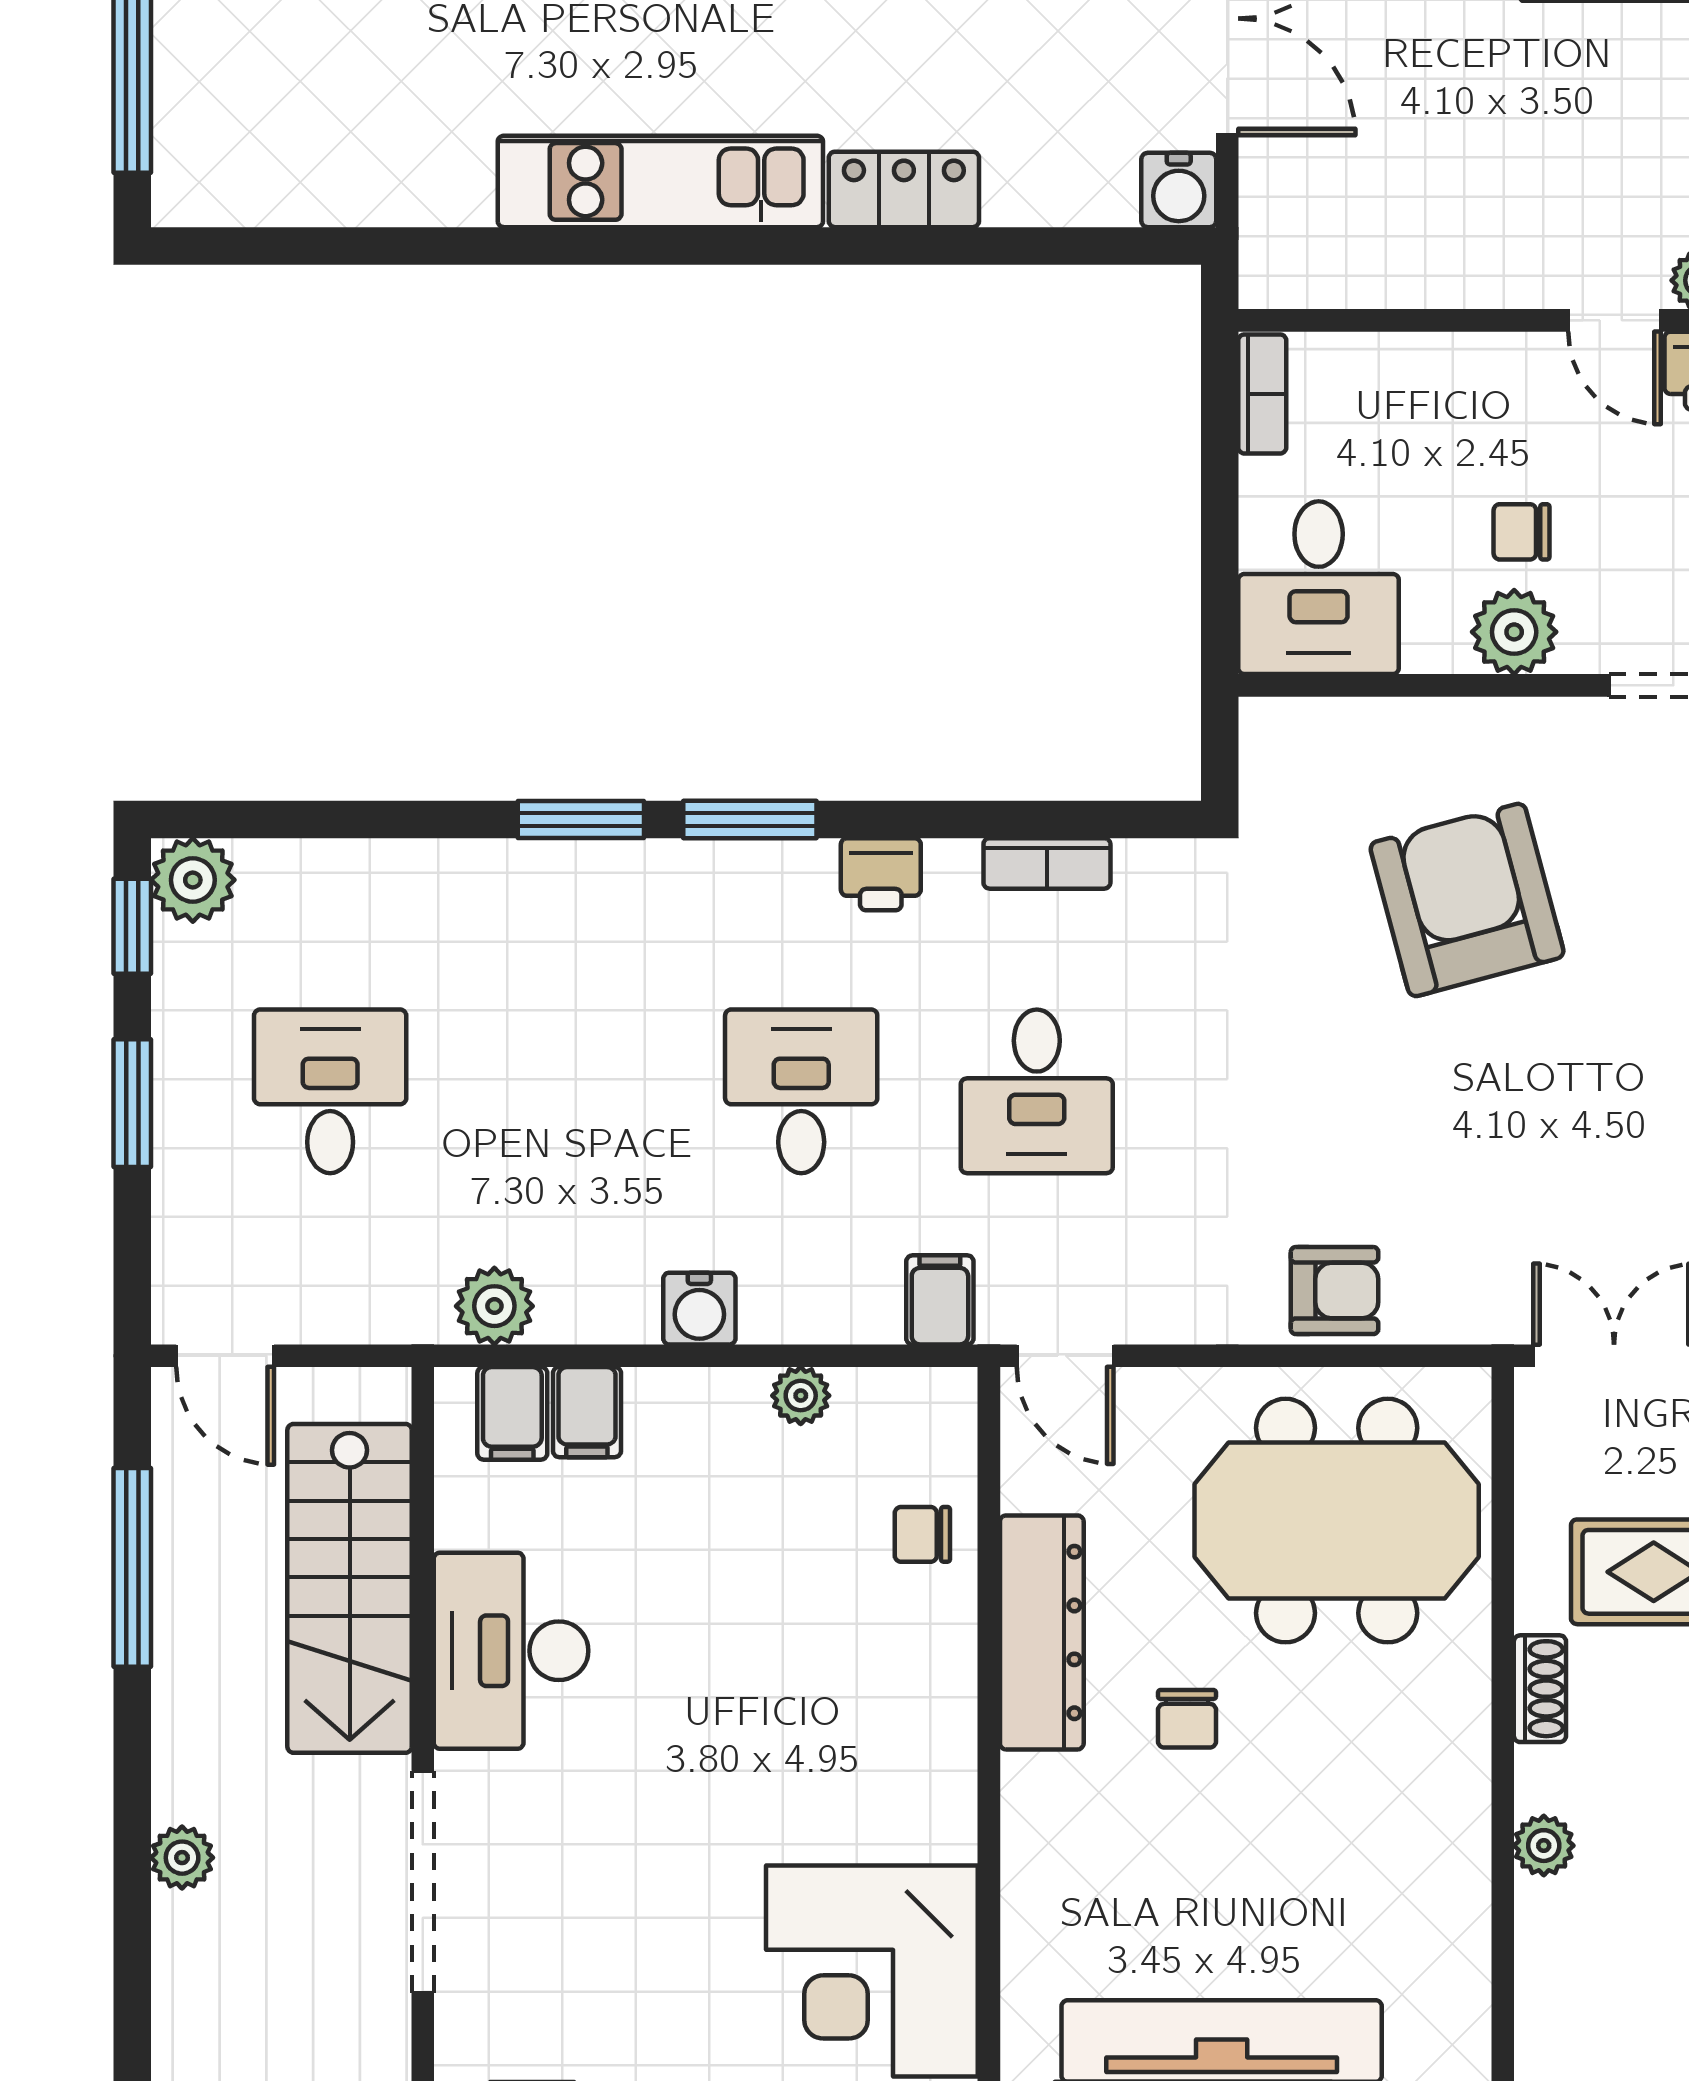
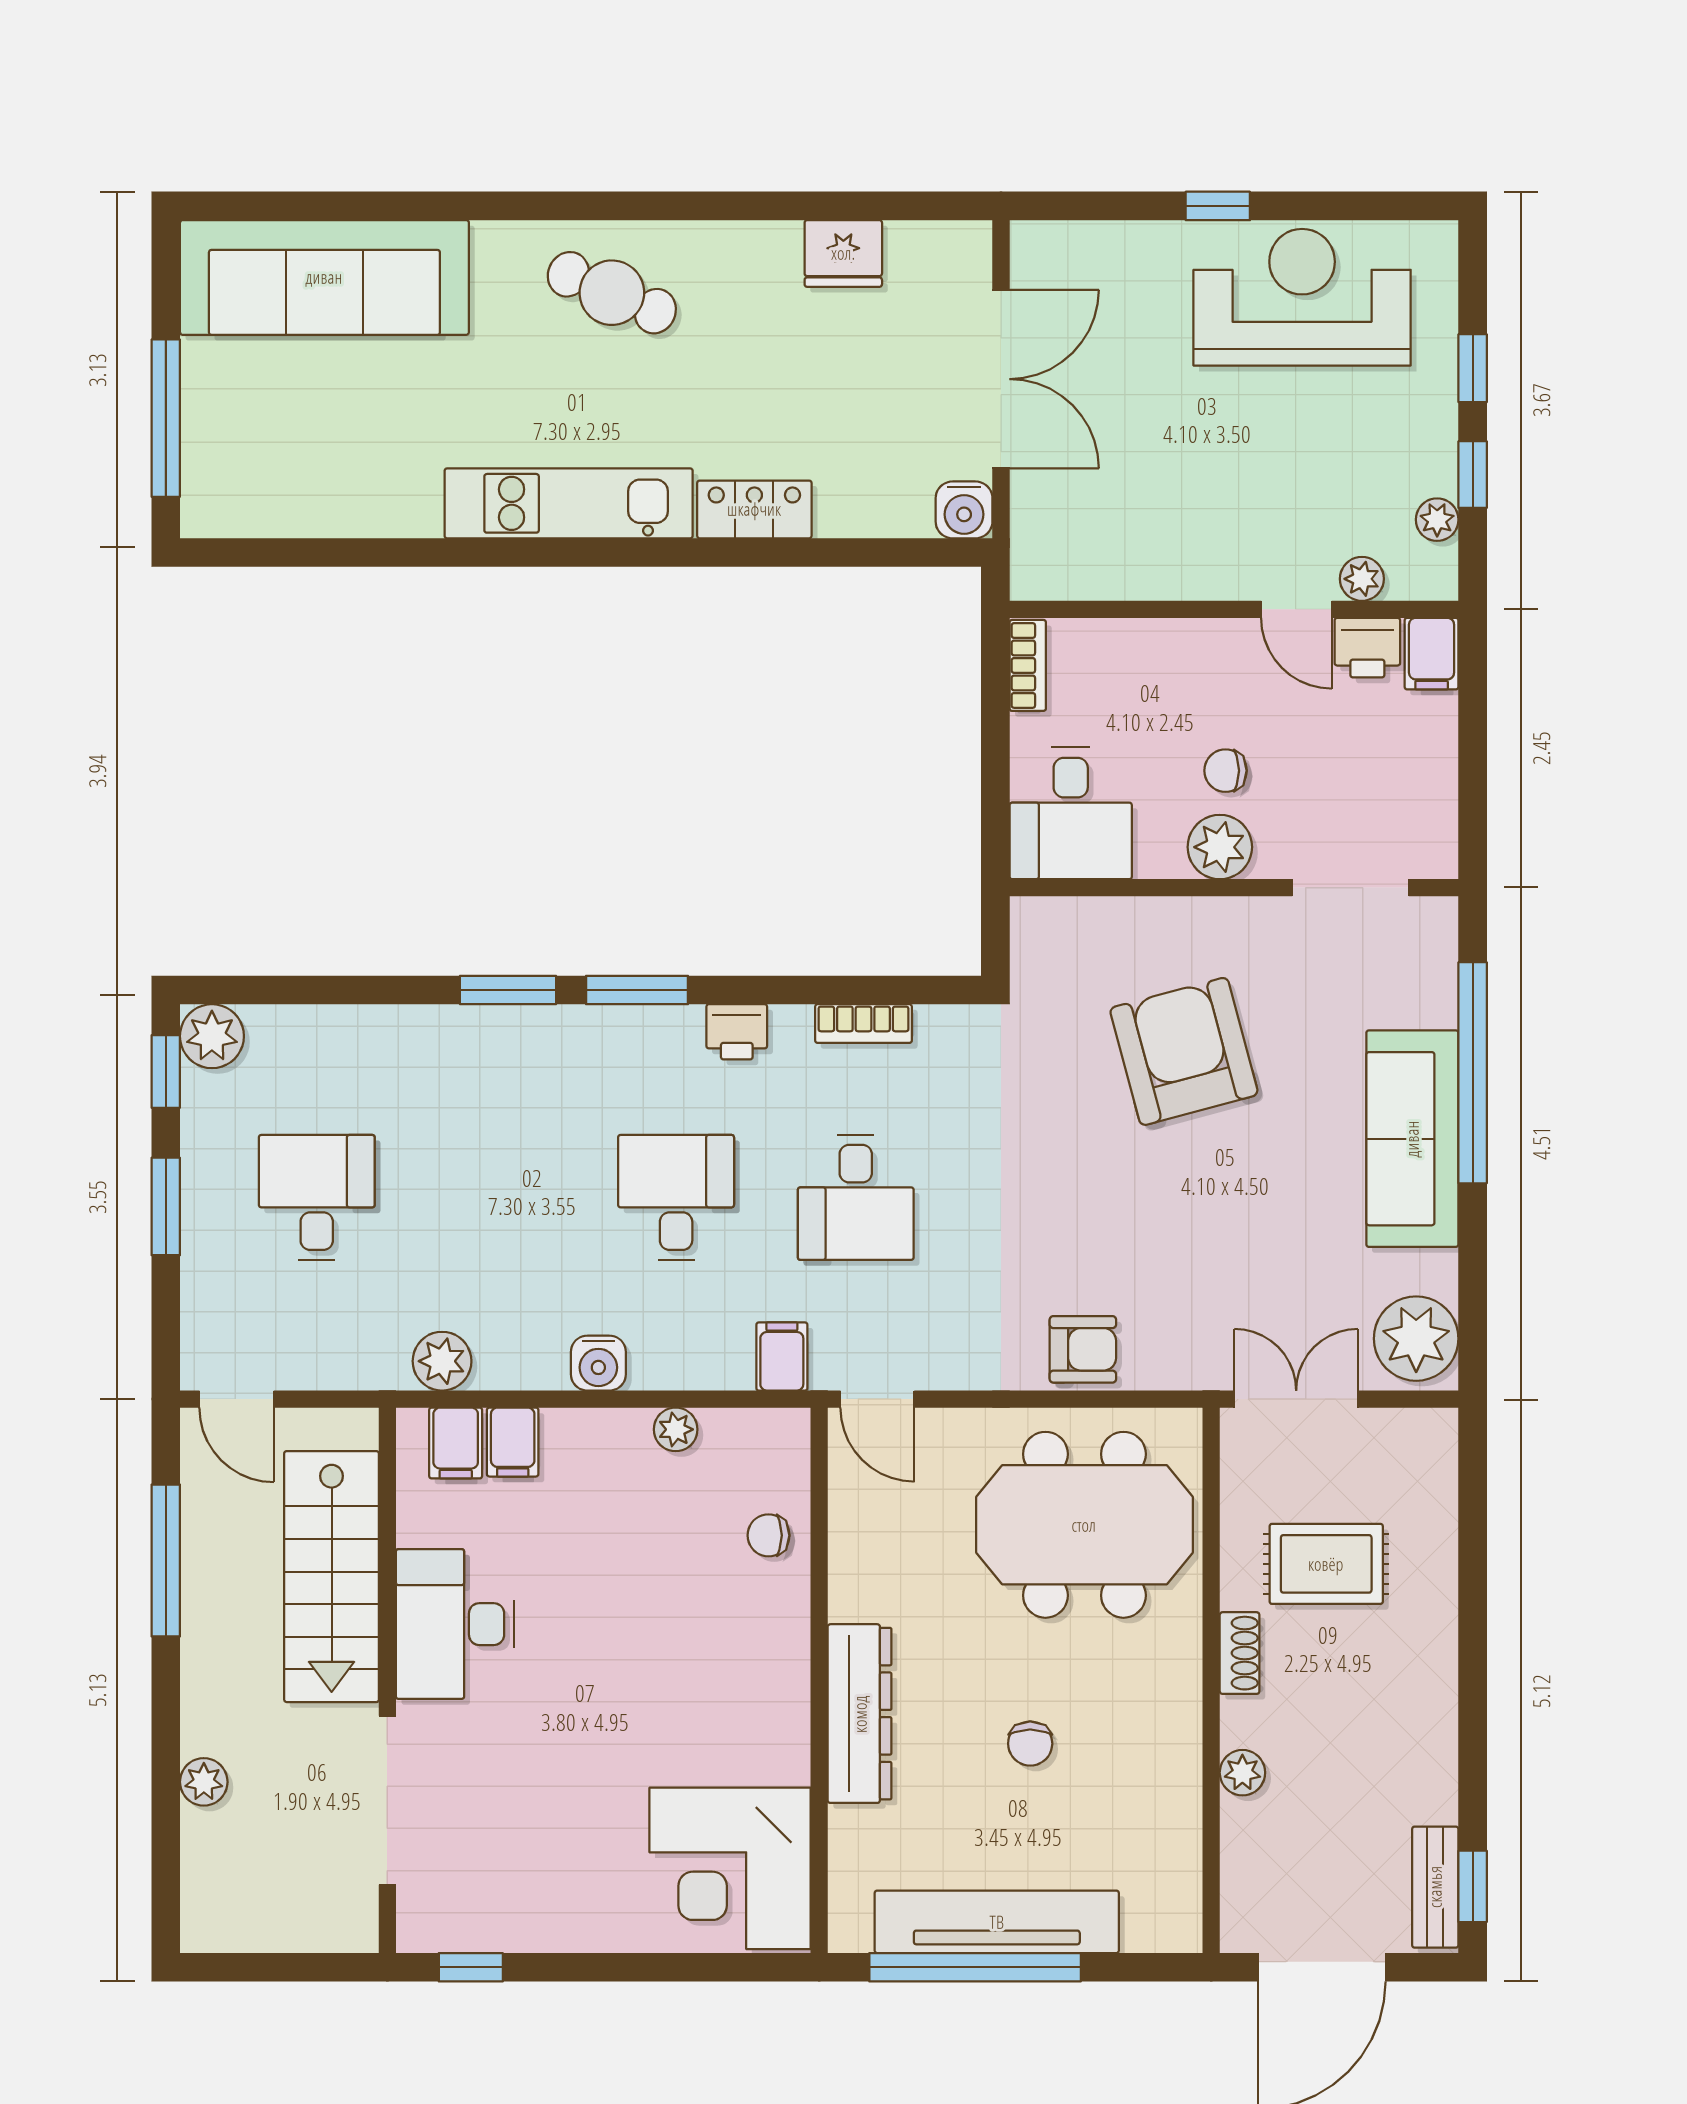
dresser: (1042, 1632) -> (860, 1714), moved
chair: (1187, 1719) -> (1030, 1744), moved

